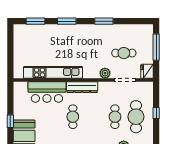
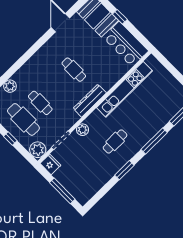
window: (67, 21) -> (154, 141), width x1.44
cafe table: (124, 53) -> (115, 141), moved
plant: (146, 89) -> (38, 150), added
bar counter: (47, 92) -> (126, 44), moved, turned -90

